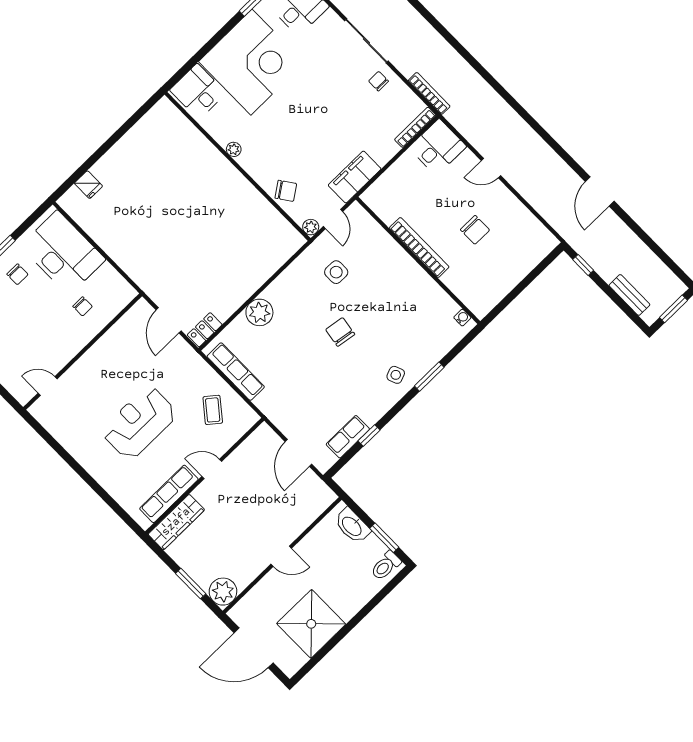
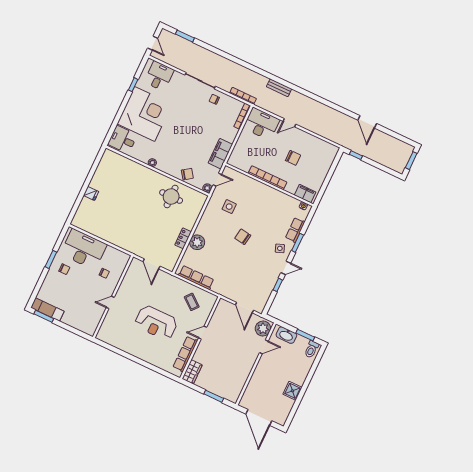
desk: (438, 147) -> (261, 124), width x1.37
fridge: (88, 185) -> (91, 193), moved
door: (600, 191) -> (367, 122), moved
round table: (244, 219) -> (171, 197), added
door: (333, 219) -> (217, 180), hinge flipped
bench: (629, 295) -> (279, 88), moved
filing cabinet: (473, 298) -> (305, 194), added
locker: (205, 330) -> (183, 238), moved
door: (48, 386) -> (110, 302), moved
door: (393, 412) -> (286, 268), added
reception desk: (139, 423) -> (156, 323), turned -90
row of seats: (348, 437) -> (295, 230), moved
wardrobe: (176, 522) -> (192, 372), width x0.67
door: (281, 556) -> (264, 347), moved
plant: (223, 592) -> (263, 329), moved
shower: (311, 624) -> (292, 391), width x0.54, depth x0.54
door: (254, 648) -> (259, 417), hinge flipped

